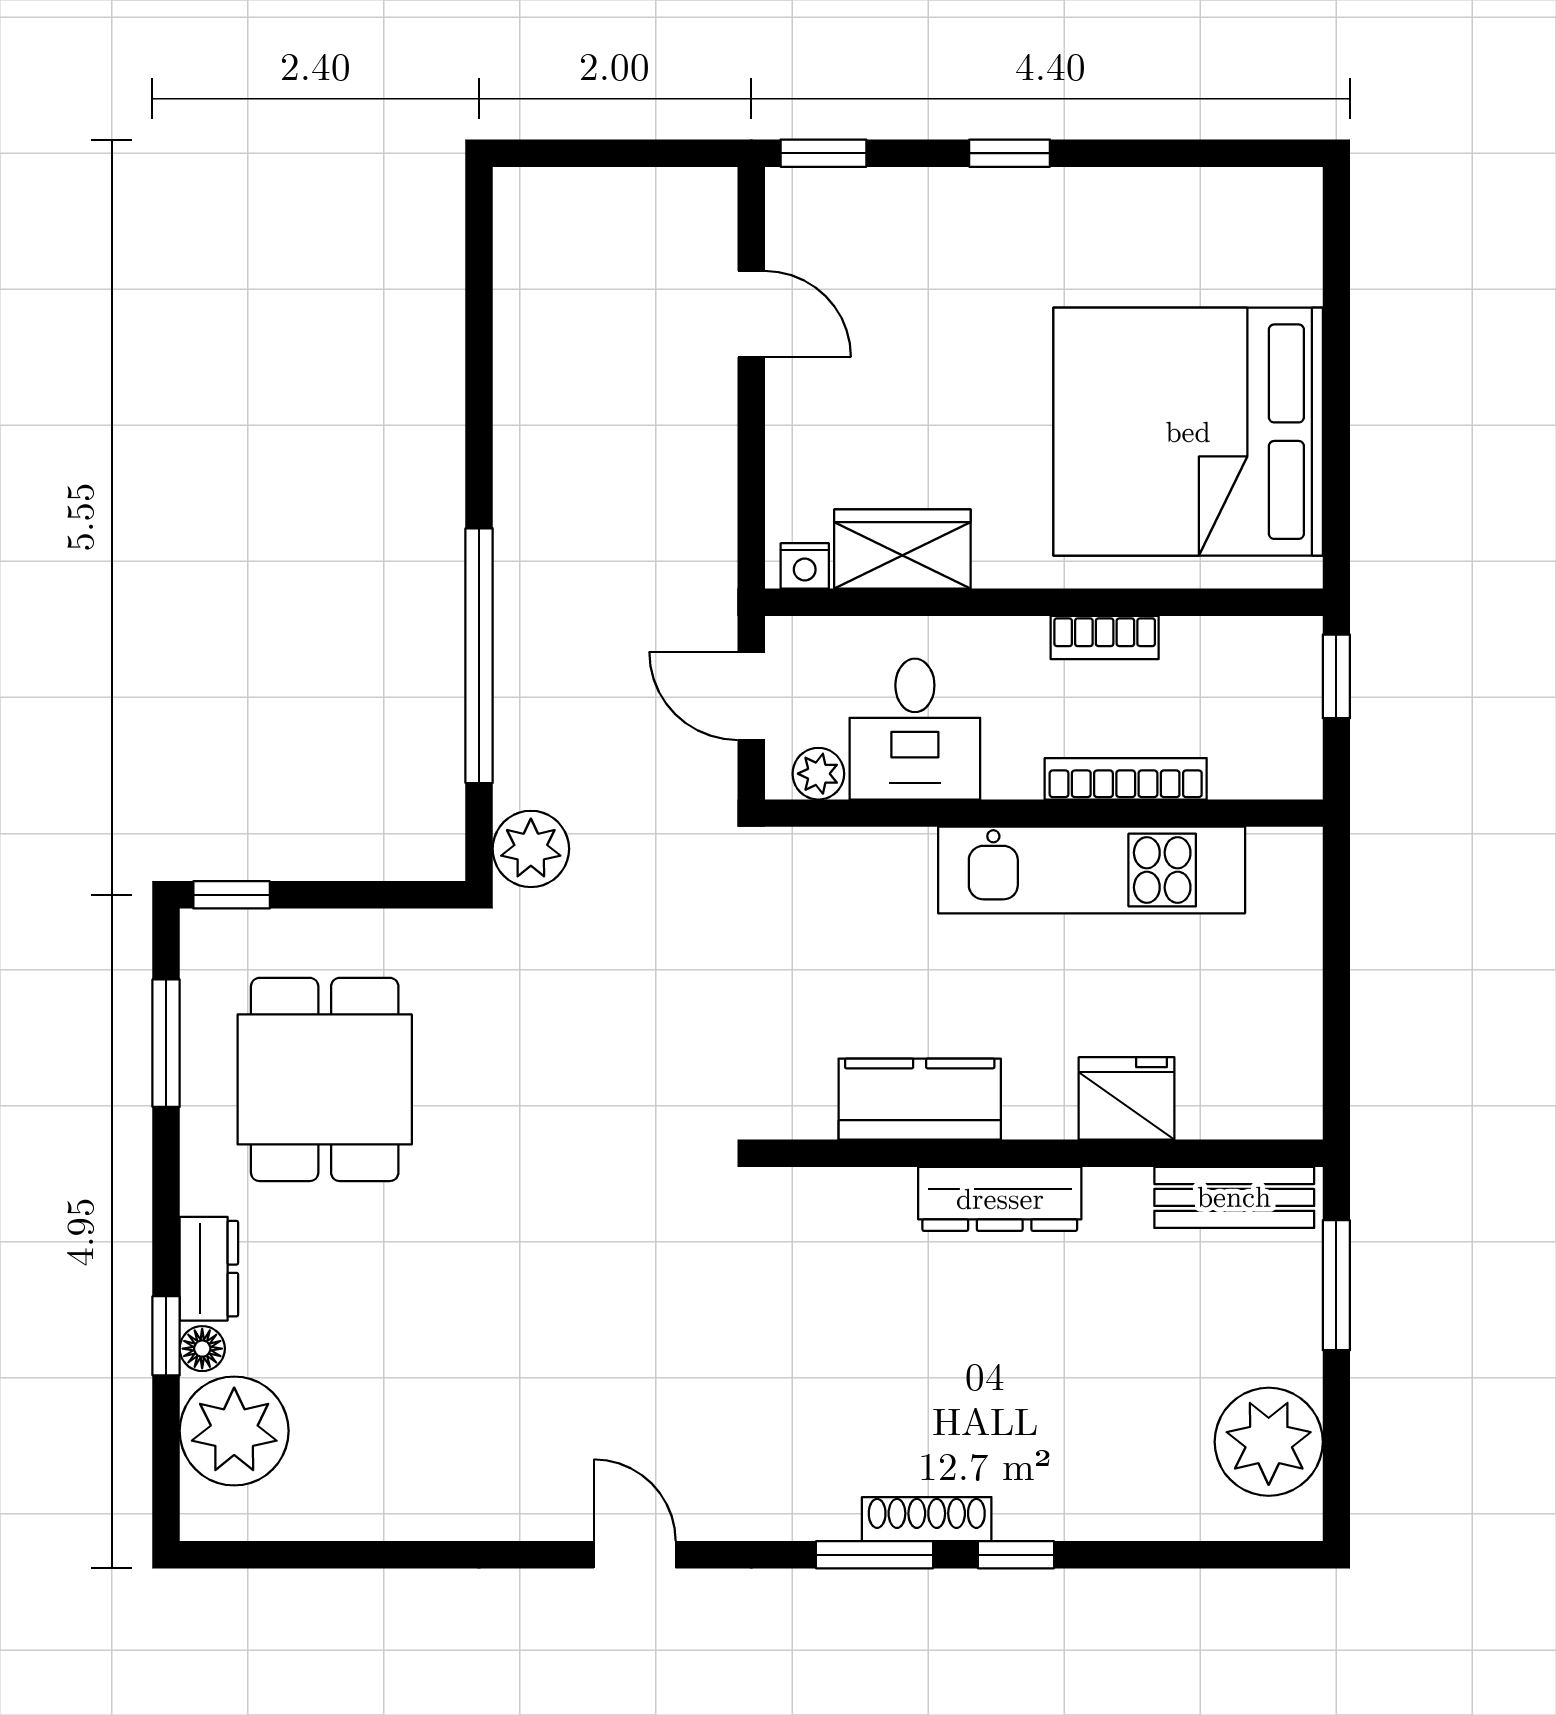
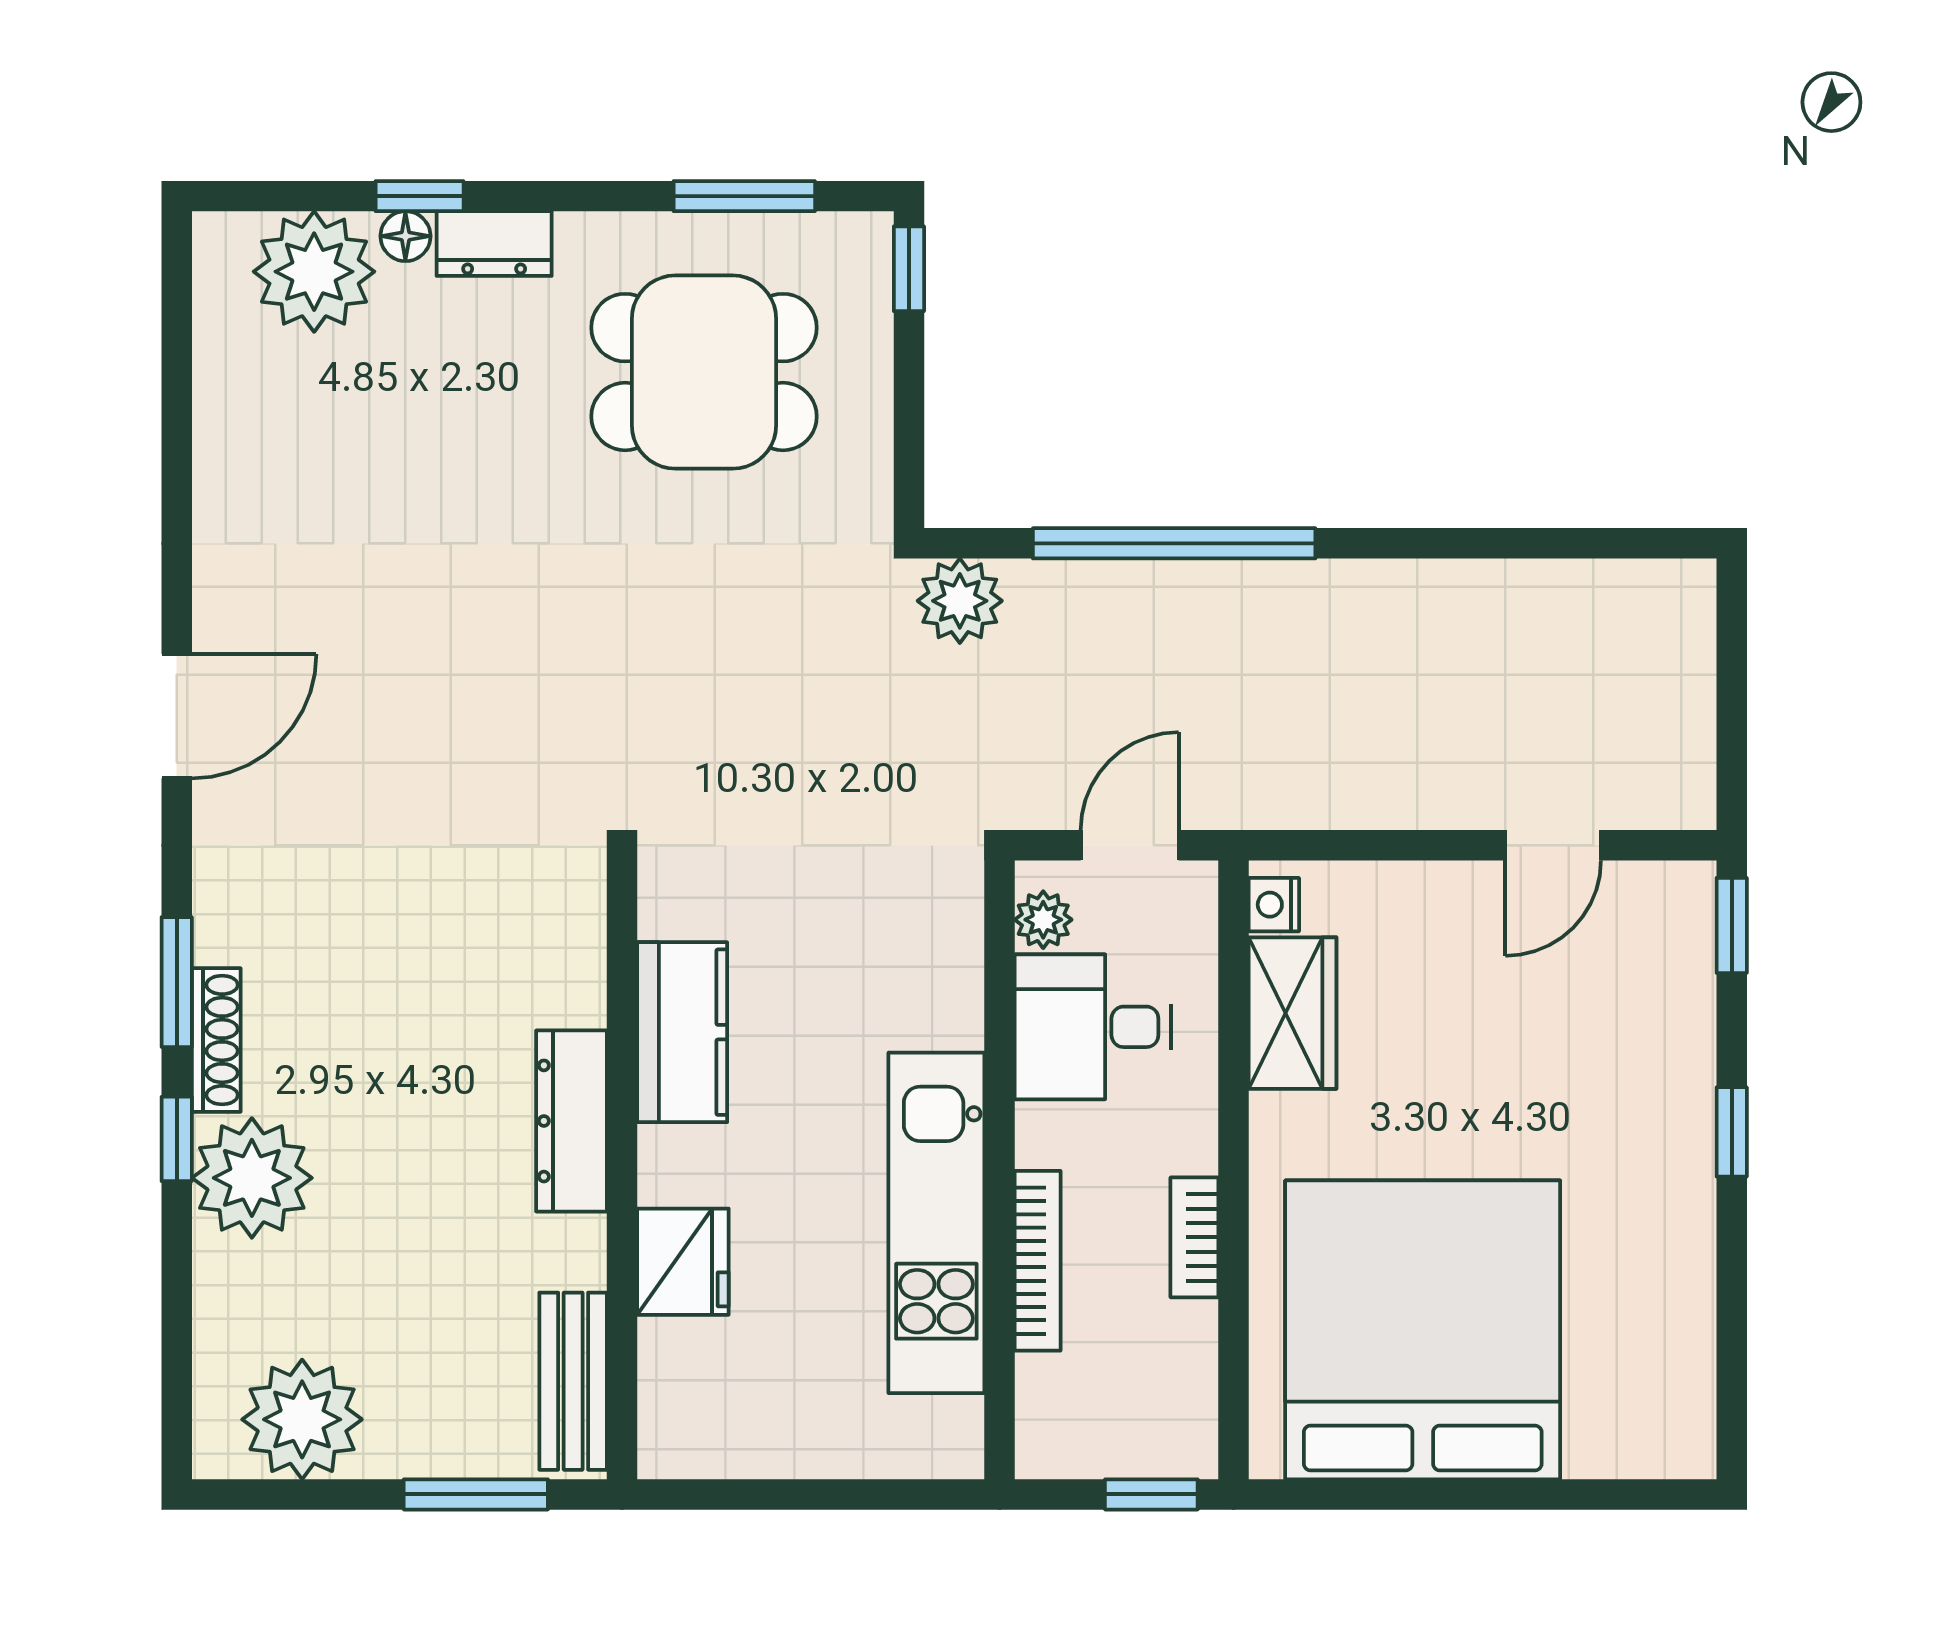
plant: (1051, 1487) -> (252, 1178), added
door: (635, 1555) -> (177, 716), width x1.38

